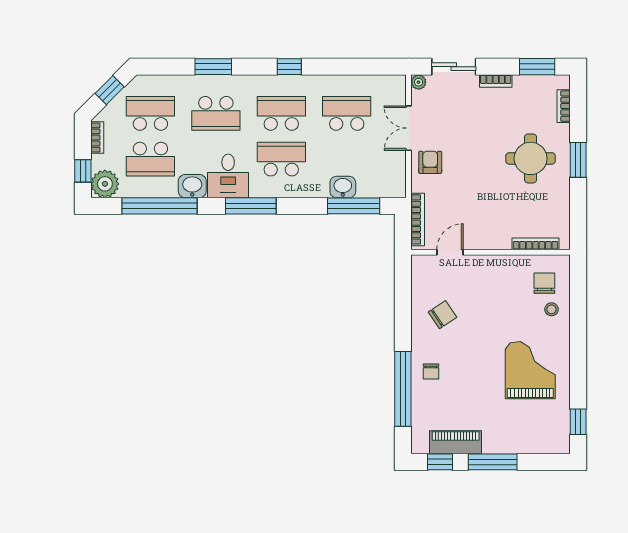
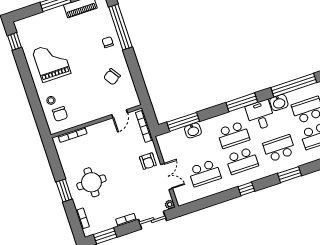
grand piano: (530, 370) -> (51, 62), turned 180

